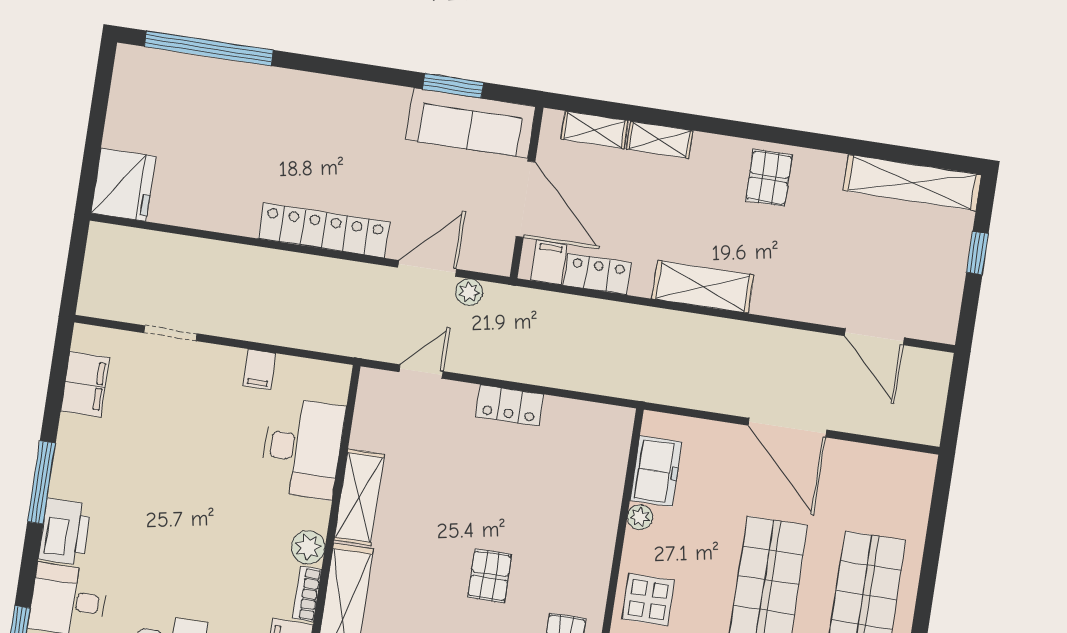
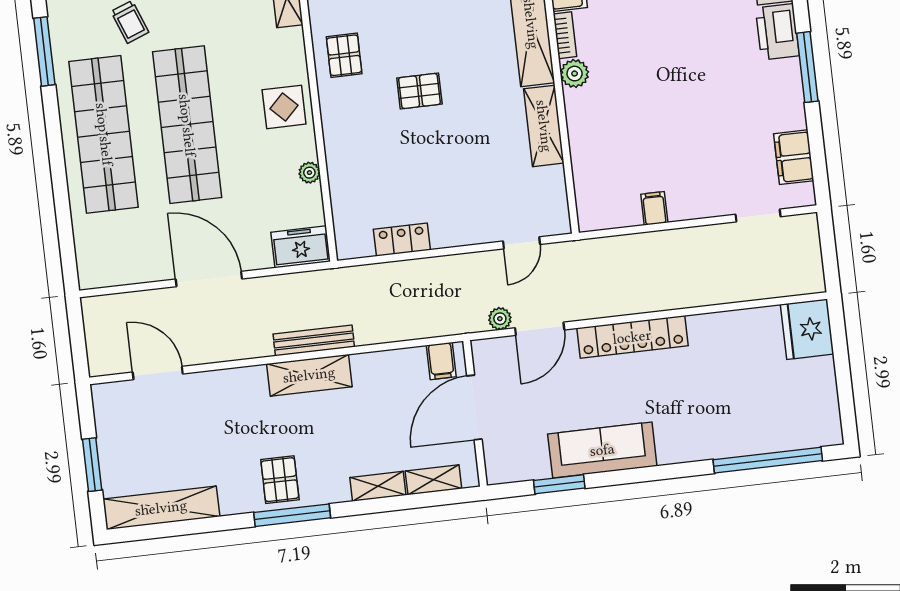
sofa: (471, 123) -> (602, 450), moved
window: (766, 134) -> (292, 515), added
door: (526, 199) -> (474, 408), hinge flipped
window: (977, 253) -> (92, 465), width x1.50
locker: (598, 274) -> (399, 362), removed
bench: (687, 325) -> (314, 340), added
doorway: (171, 333) -> (758, 215), moved
locker: (510, 405) -> (402, 240), moved
desk: (302, 448) -> (601, 153), removed
freezer: (656, 471) -> (301, 247), moved, turned 90
pallet: (490, 576) -> (419, 91), turned 90

